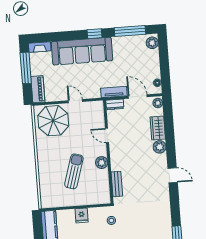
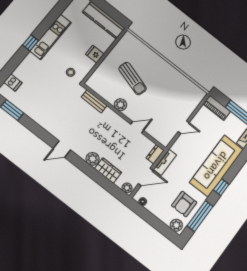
armchair: (132, 51) -> (184, 204), added
parasol: (53, 121) -> (184, 98), removed

